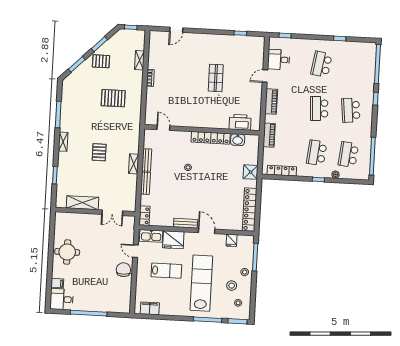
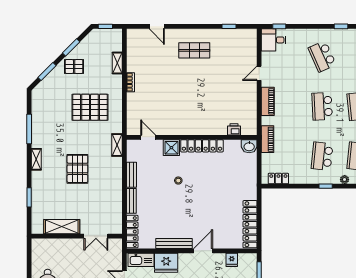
door: (176, 30) -> (157, 26), hinge flipped
desk: (279, 60) -> (274, 40), moved
school desk: (322, 64) -> (322, 56), turned -33
shop shelf: (216, 78) -> (194, 50), moved, turned 90
pallet: (113, 98) -> (90, 107), width x1.37, depth x1.41
printer: (240, 122) -> (234, 129), width x0.53, depth x0.68
washbasin: (238, 140) -> (249, 146), moved
pallet: (99, 152) -> (77, 169), width x1.50, depth x1.42
shelving: (134, 164) -> (117, 145), moved
locker: (282, 171) -> (278, 179), width x0.66
shower: (251, 172) -> (171, 148), moved
locker: (144, 216) -> (132, 232), width x1.53
bench: (186, 223) -> (174, 243), width x1.36
door: (207, 231) -> (203, 251), hinge flipped

